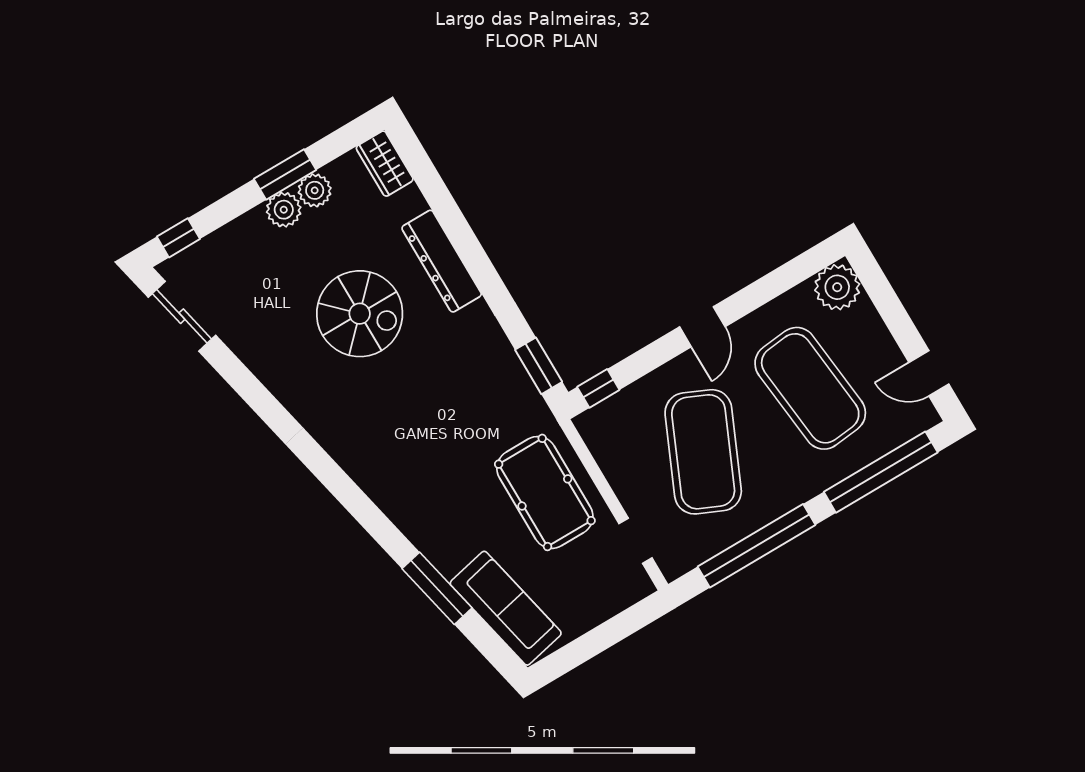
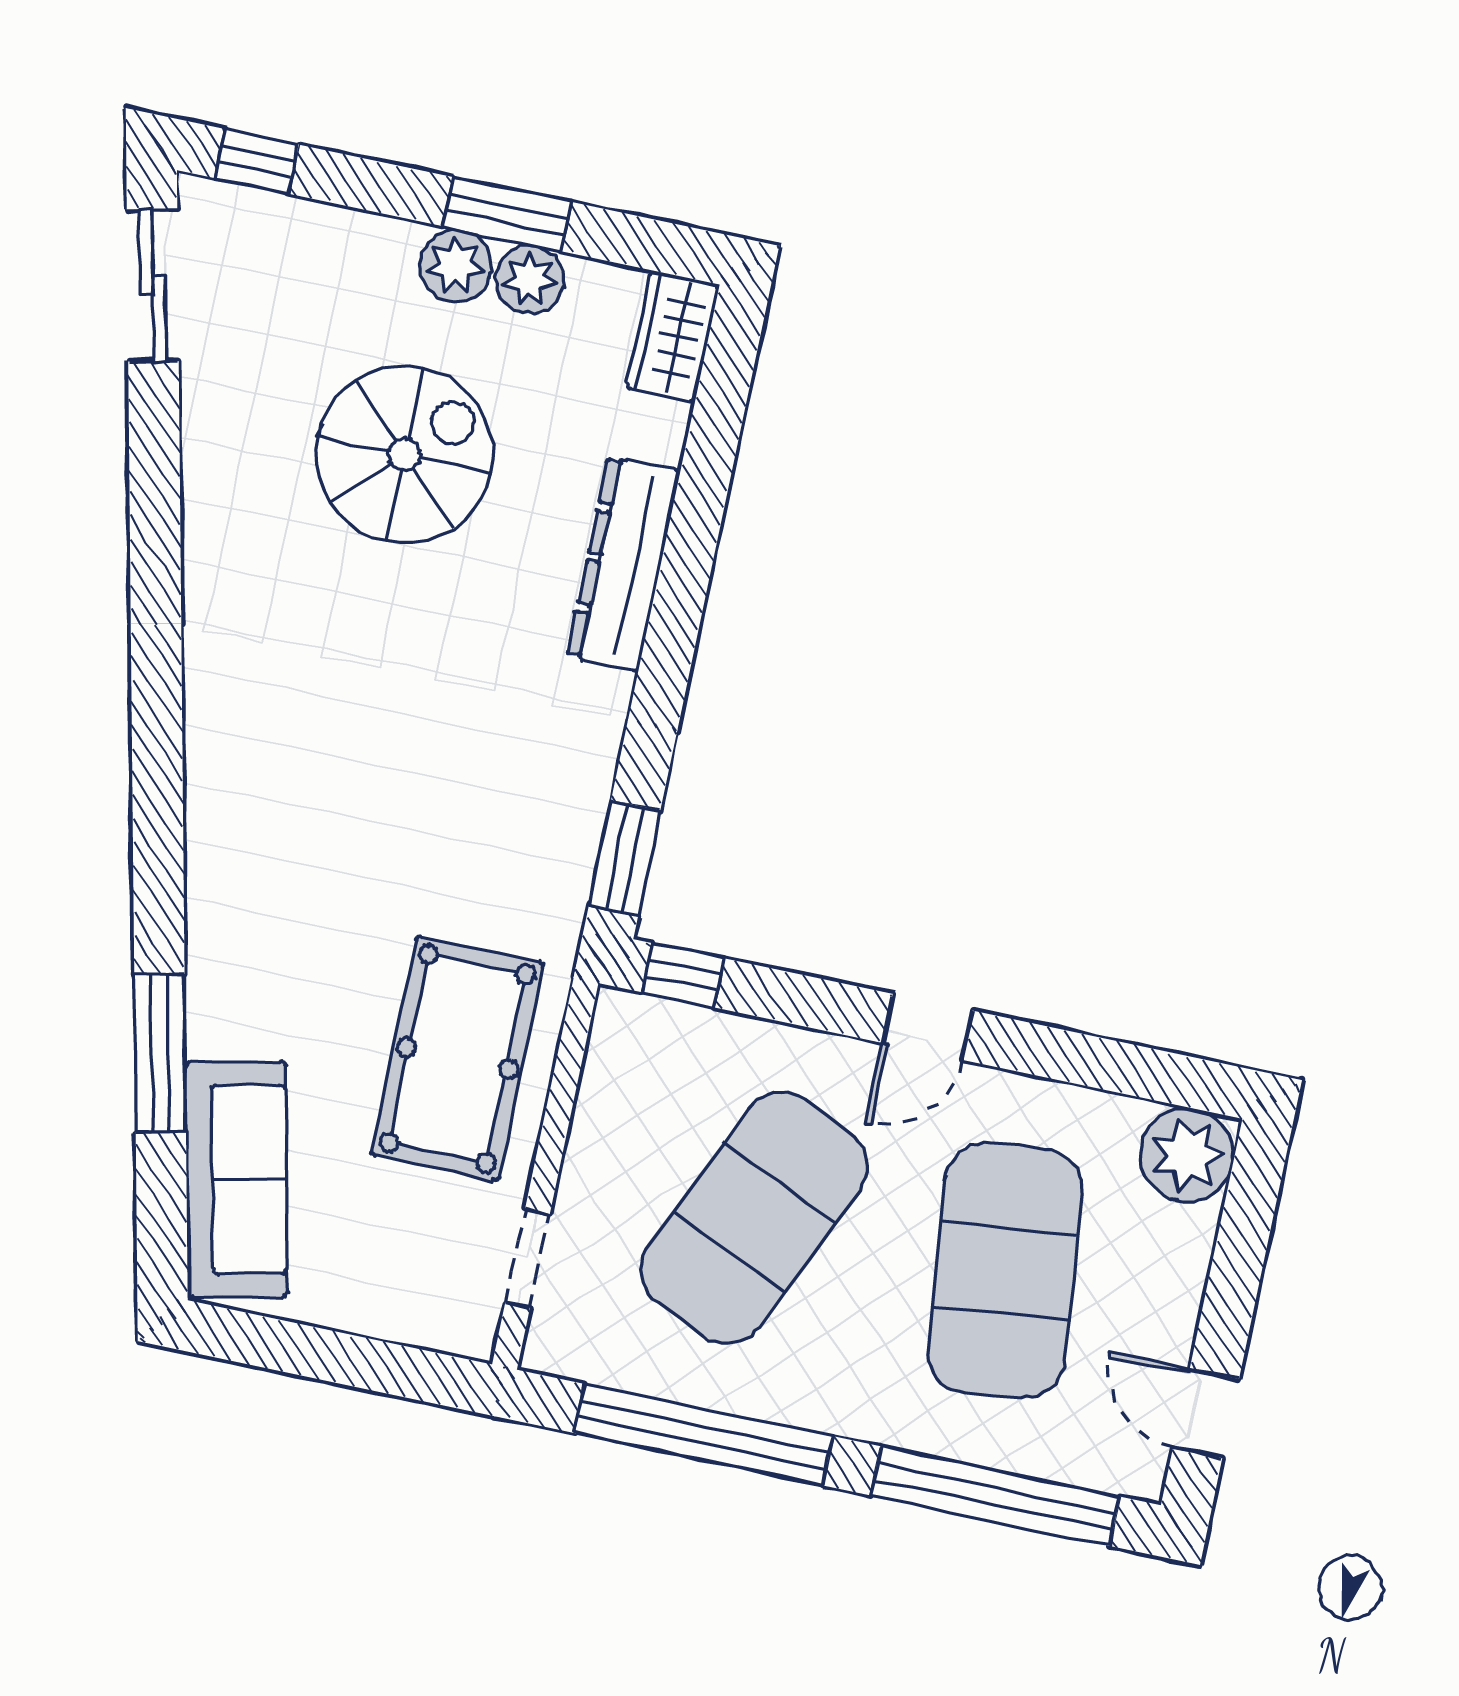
spiral stairs: (360, 314) -> (405, 454), moved, turned -90

